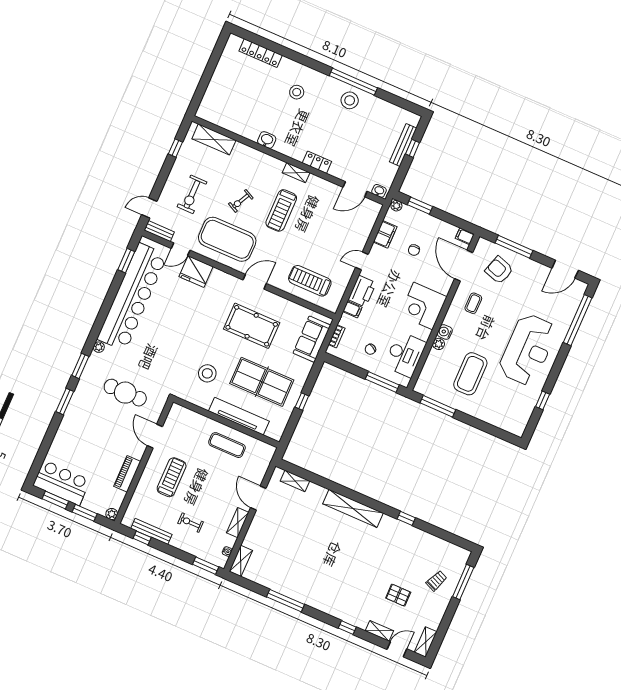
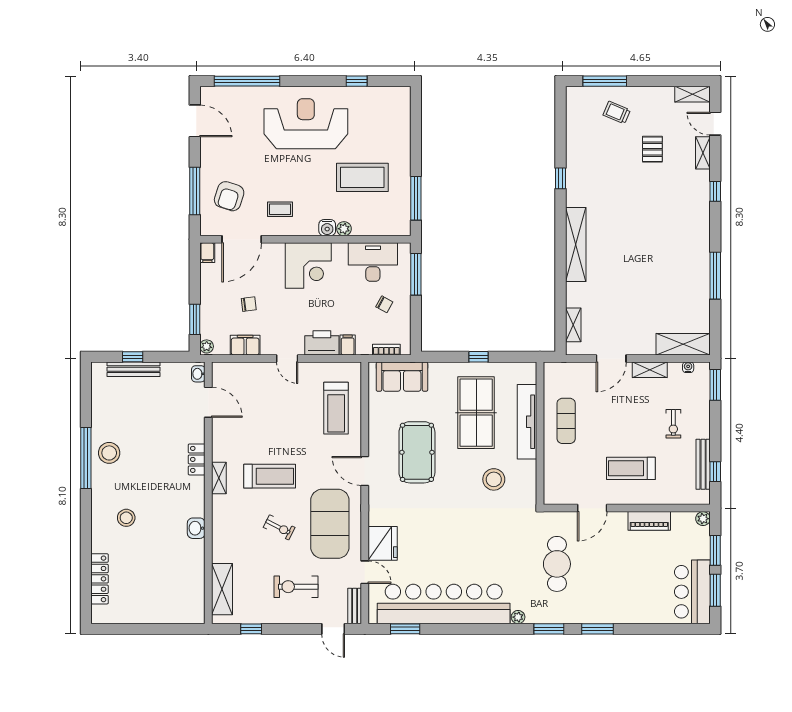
exercise bike: (192, 194) -> (296, 587), turned 180
shelving: (241, 561) -> (683, 344), width x1.50, depth x1.33

